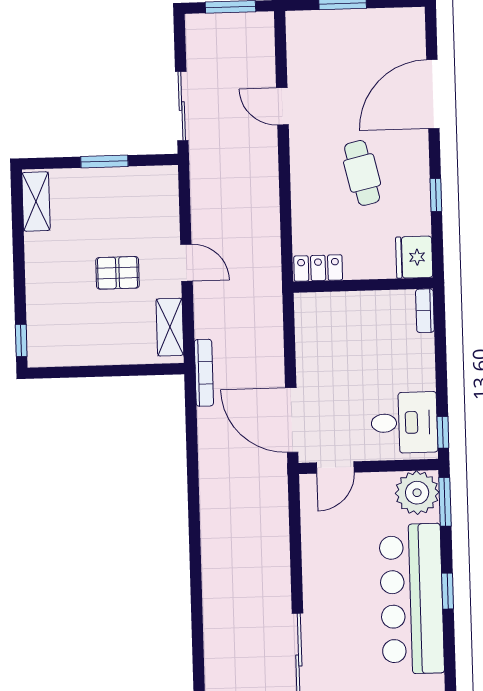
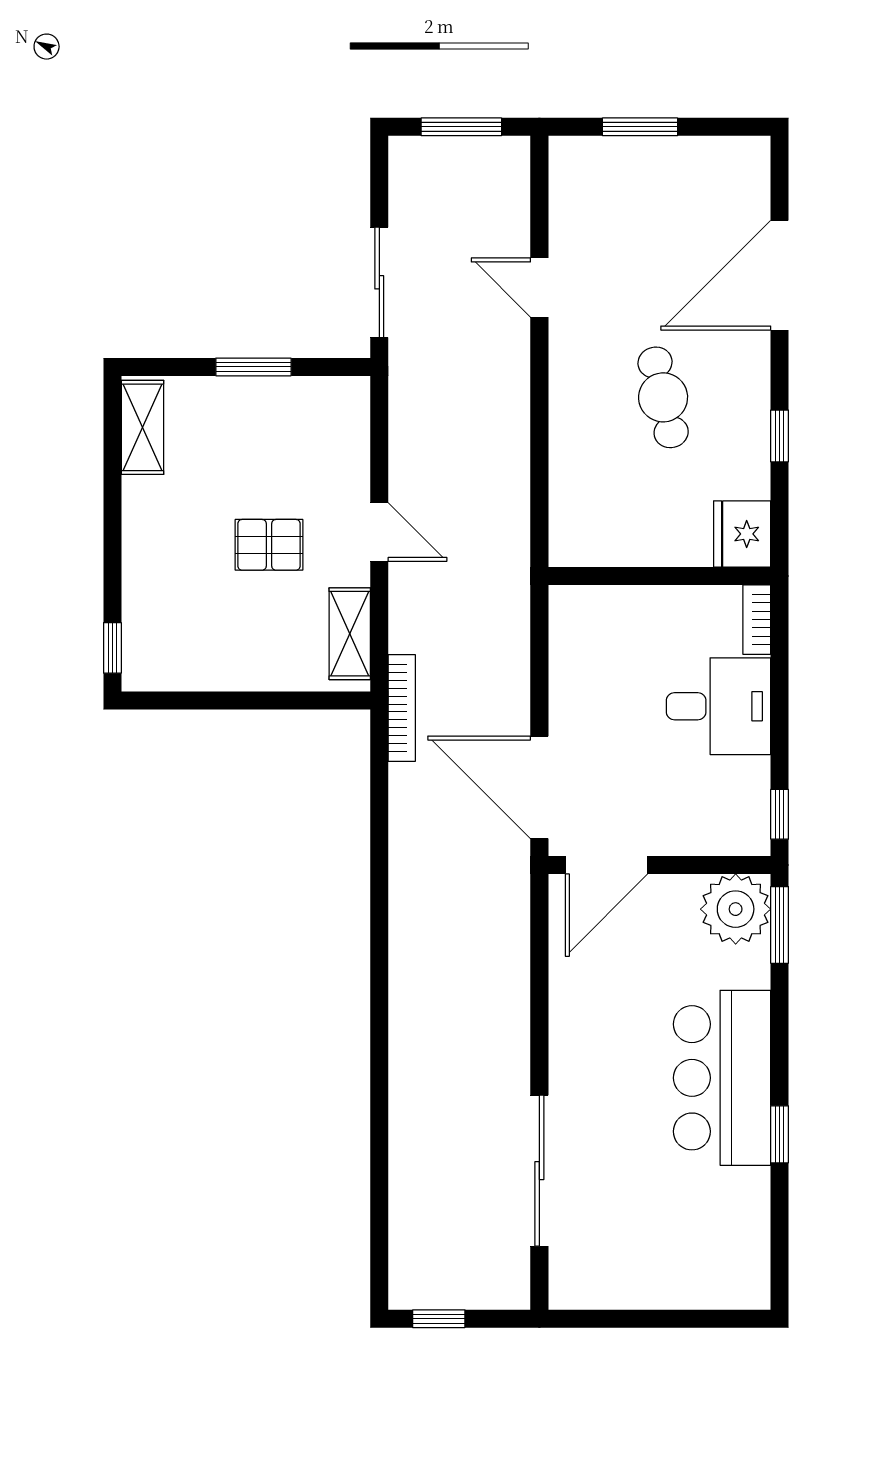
locker: (318, 268) -> (589, 547), removed
desk: (404, 423) -> (718, 706), moved
door: (335, 467) -> (607, 865), width x1.38
window: (448, 591) -> (780, 1134), moved
bar counter: (412, 599) -> (722, 1078), width x0.73

